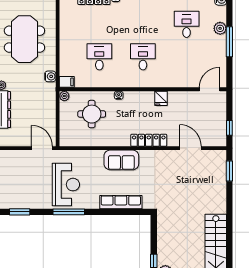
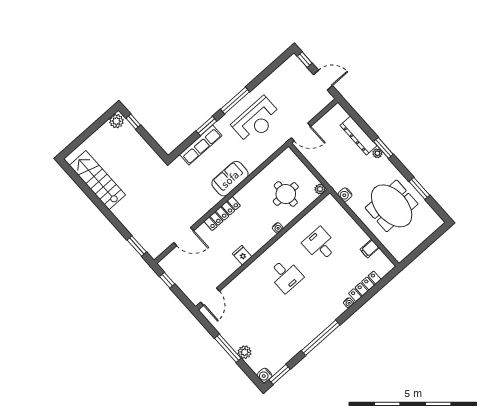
desk: (187, 24) -> (274, 332), removed
desk: (99, 57) -> (320, 245), turned 180
filing cabinet: (67, 82) -> (370, 249), moved
reception desk: (66, 185) -> (256, 120), turned -90
window: (20, 212) -> (206, 126), moved

